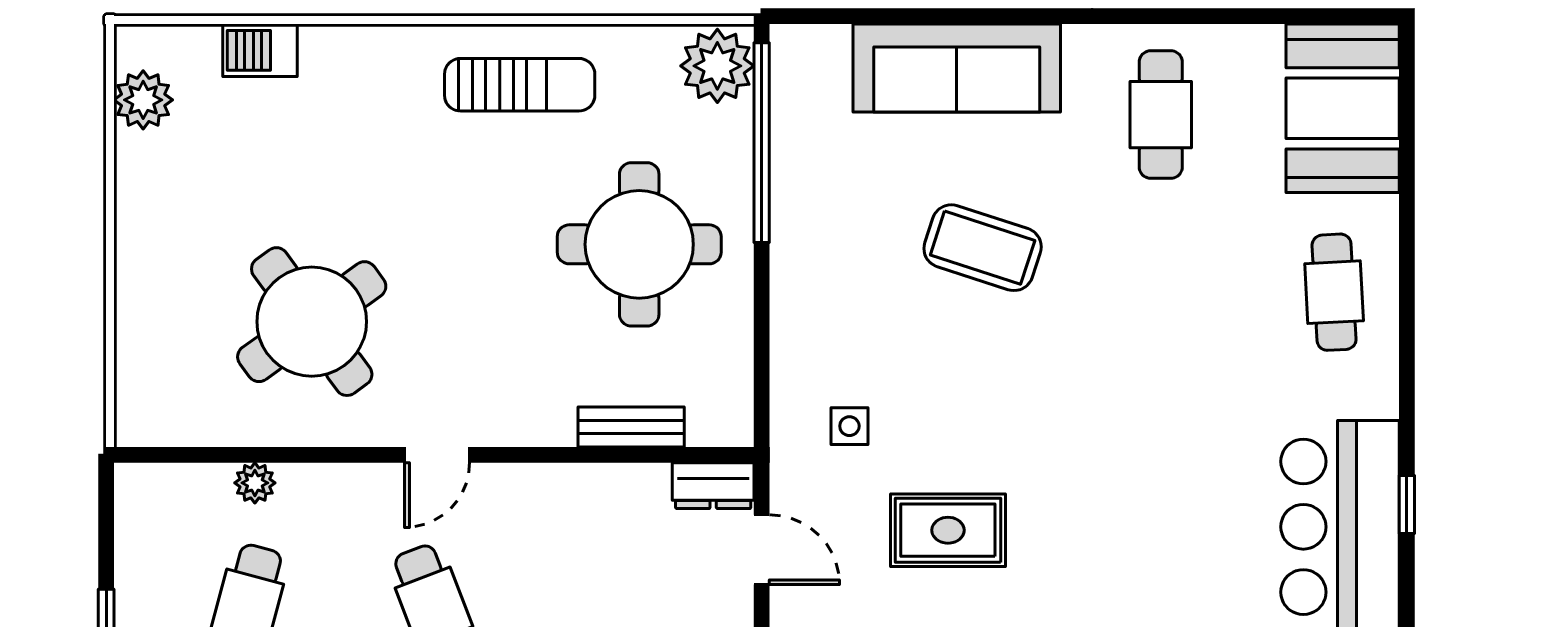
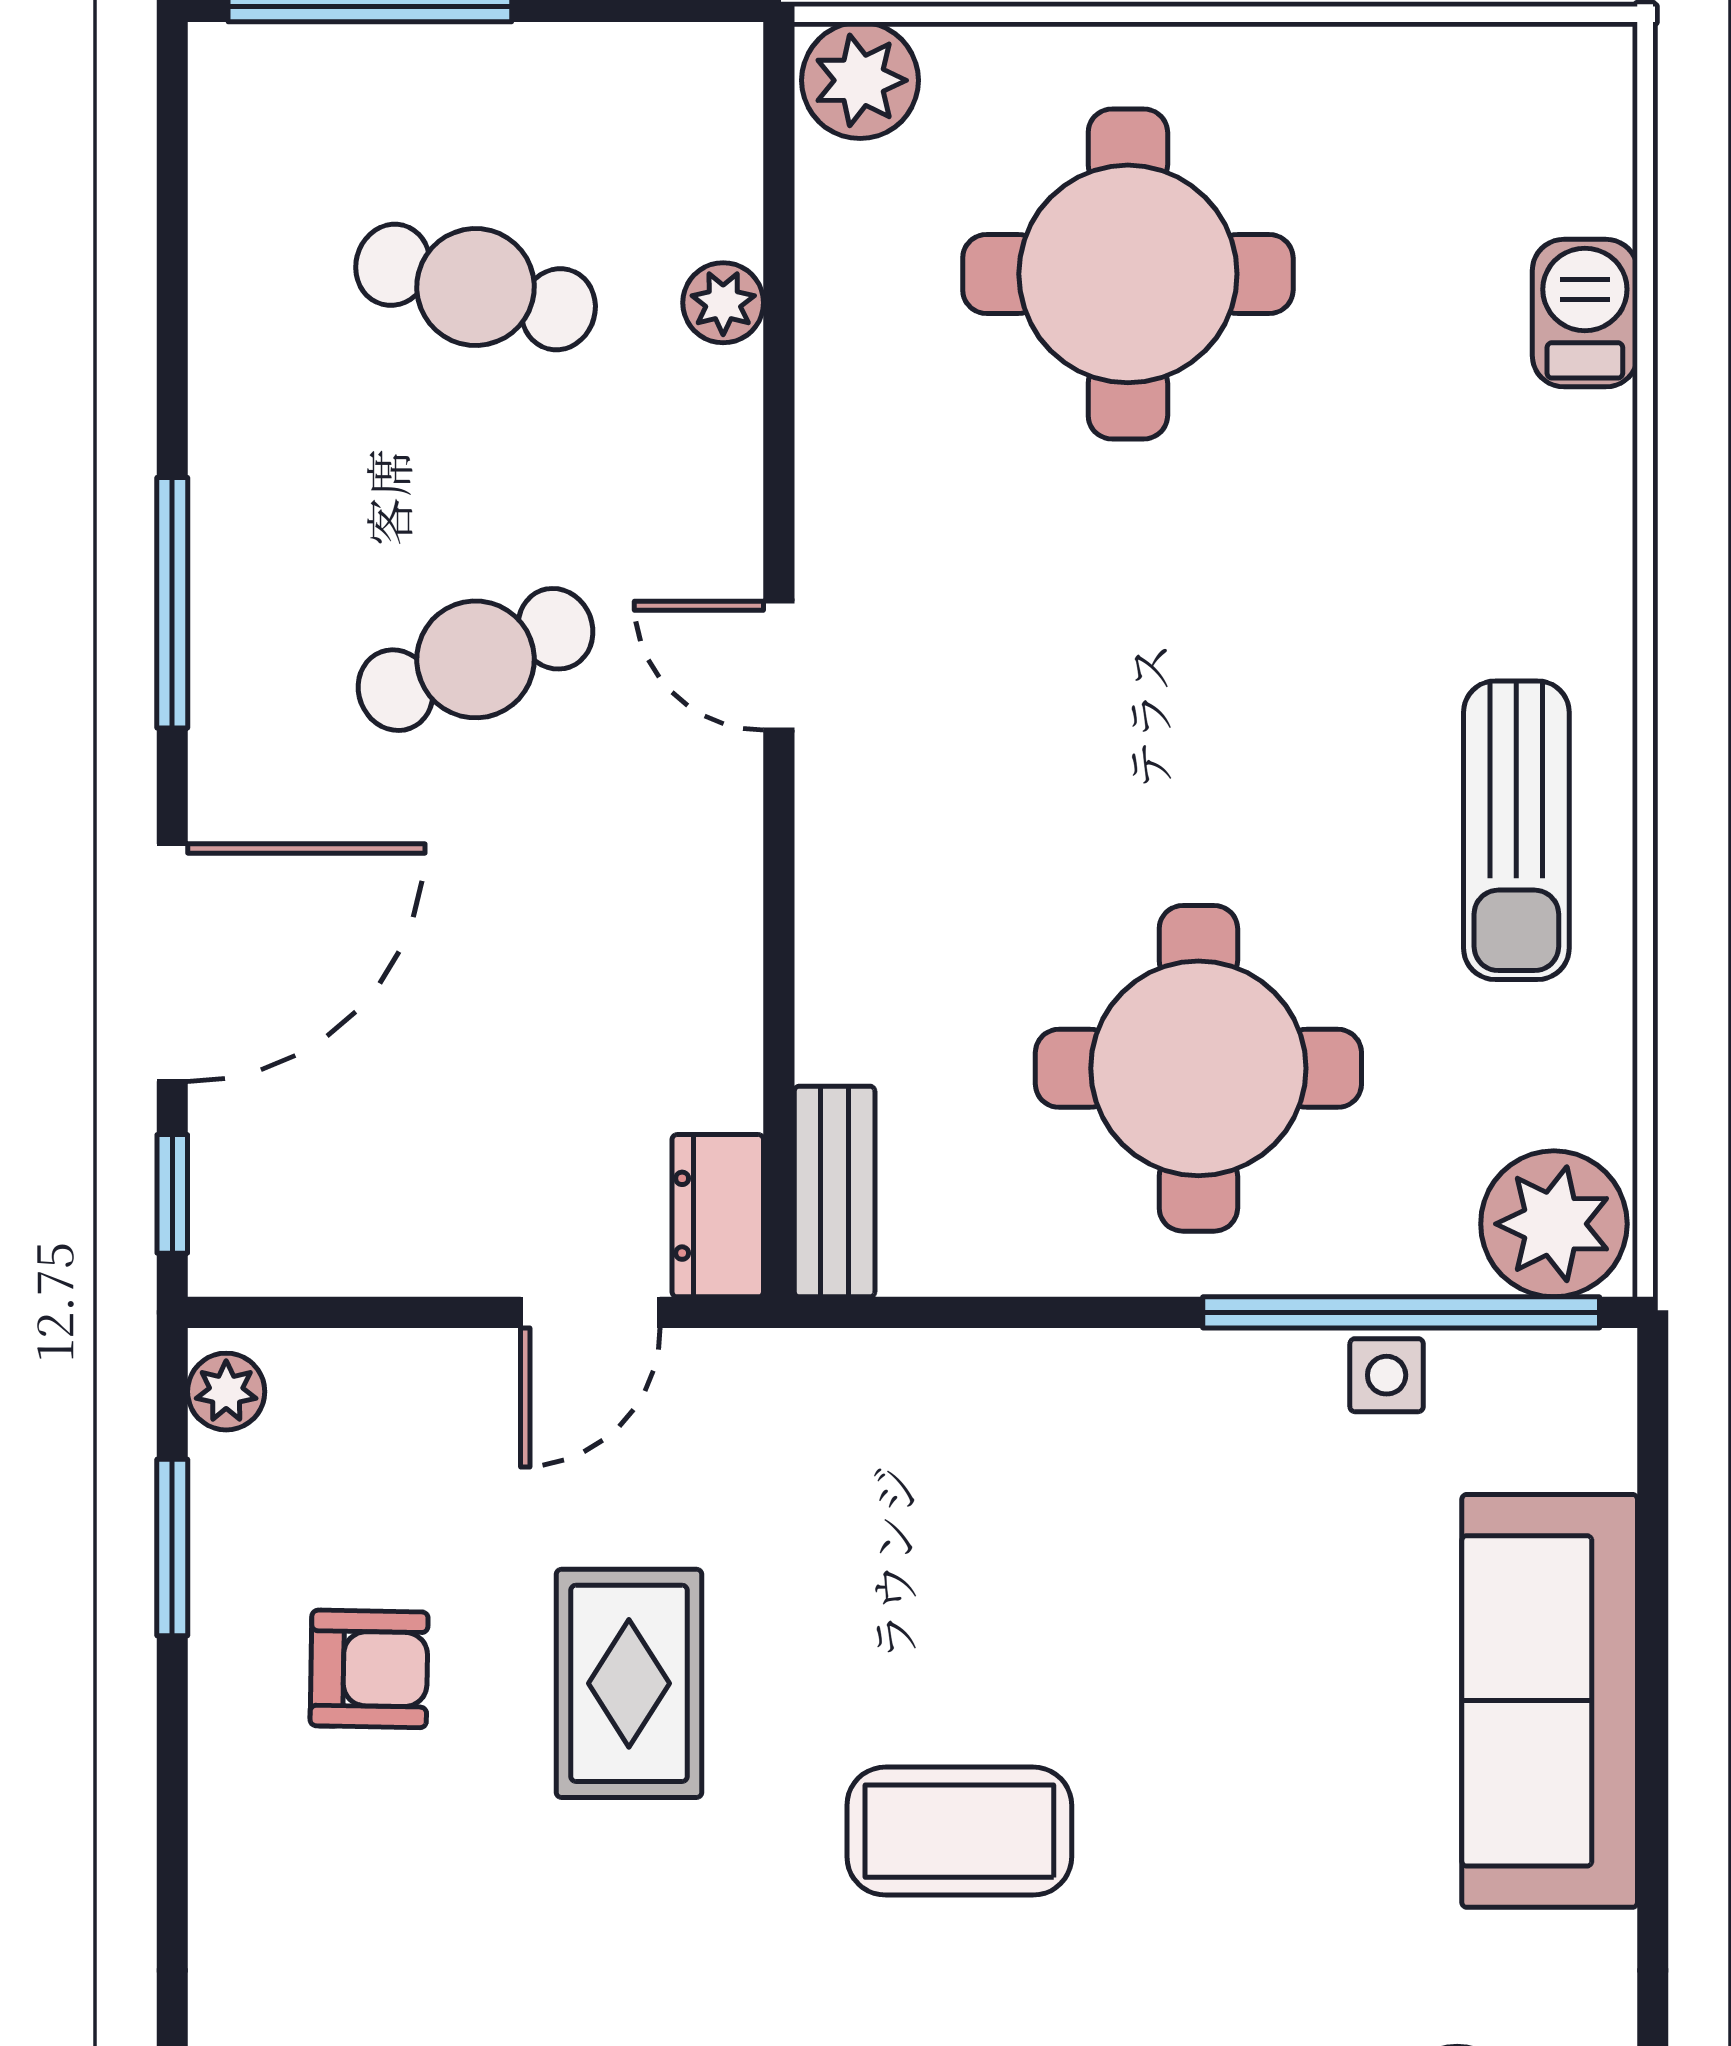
plant: (143, 100) -> (860, 80), moved
coffee table: (983, 248) -> (959, 1831), moved, turned 72
round table: (312, 322) -> (1128, 274), moved, turned 36
side table: (849, 426) -> (1387, 1375), moved
bench: (631, 427) -> (835, 1192), moved

